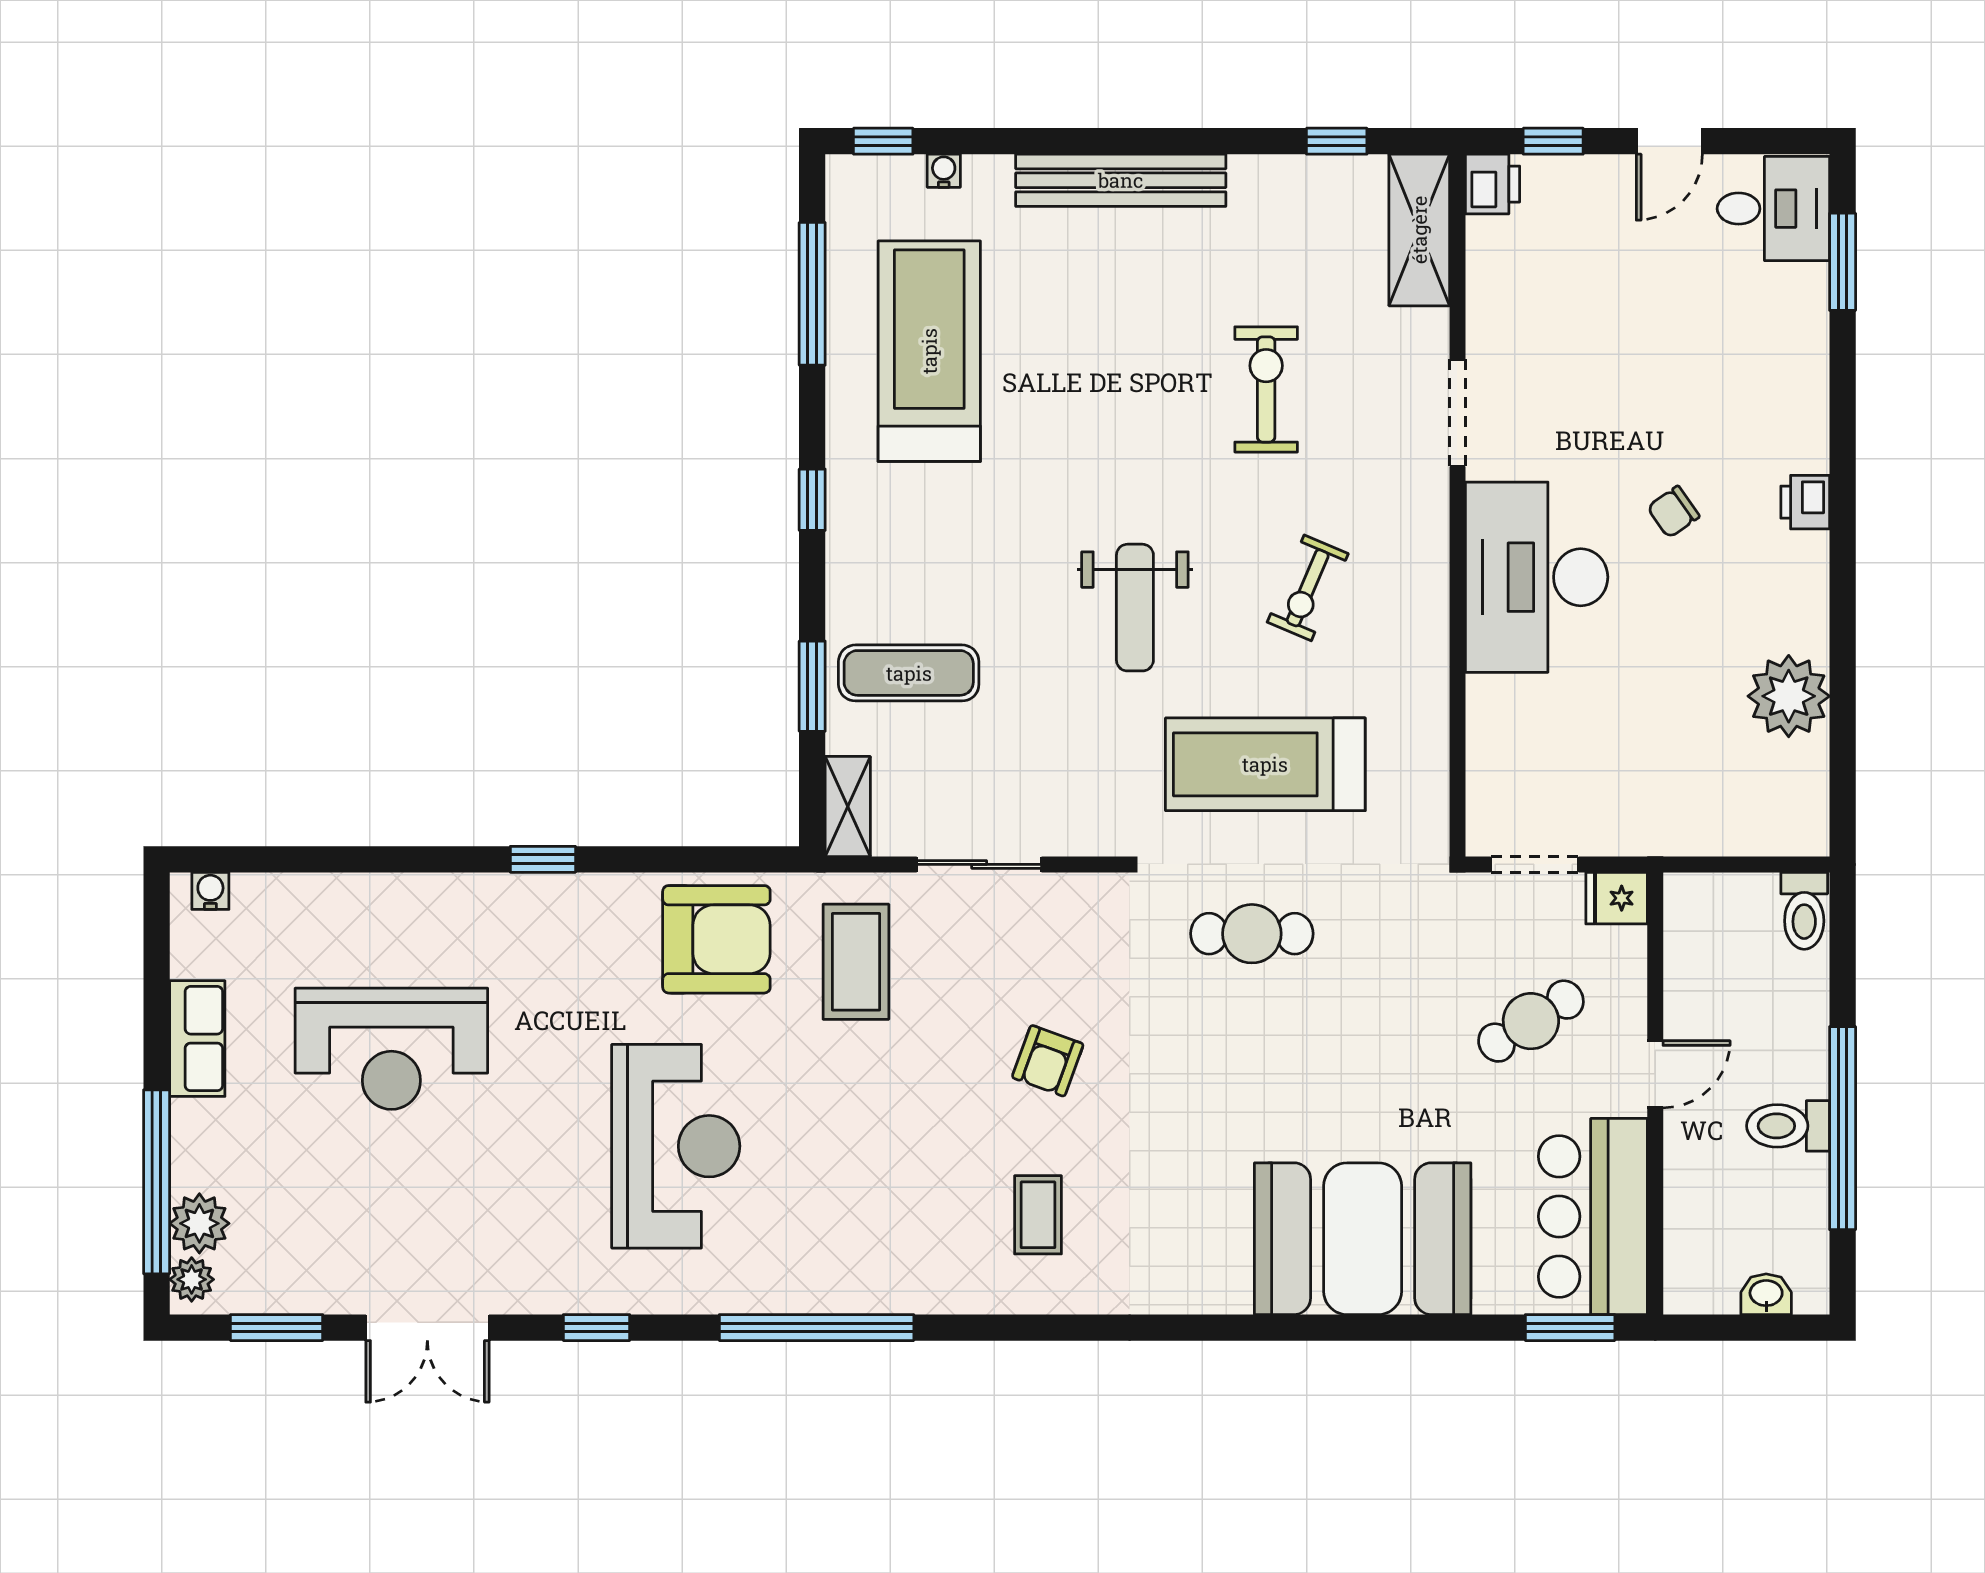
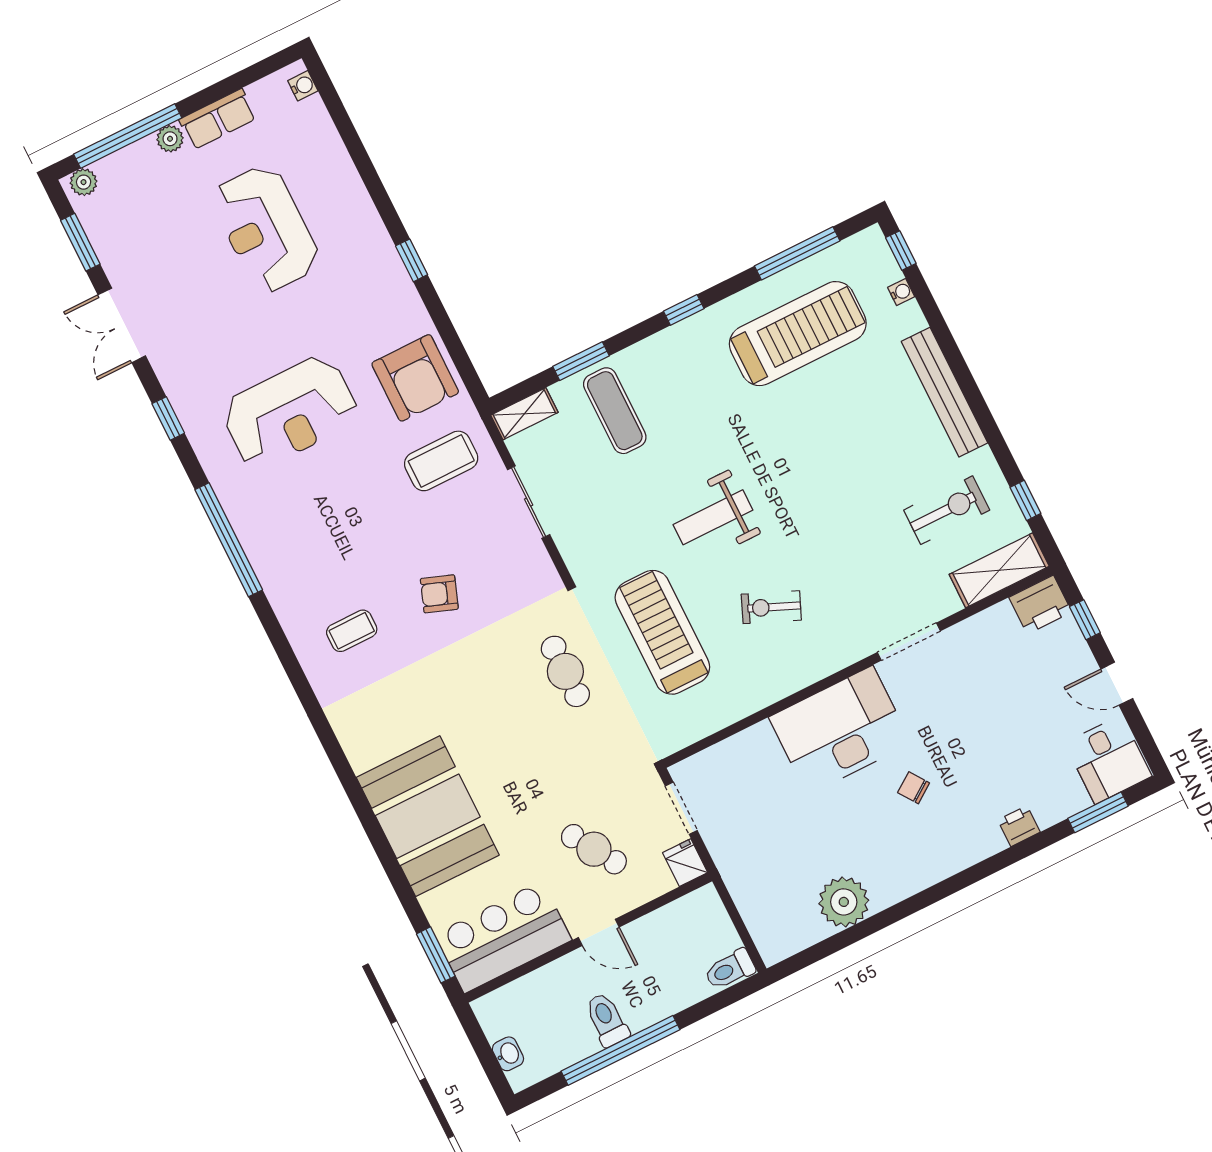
printer: (1492, 184) -> (1040, 605), width x1.36, depth x1.24
exercise bike: (1266, 389) -> (947, 510), moved
printer: (1805, 502) -> (1019, 826), moved
plant: (199, 1223) -> (170, 139), moved, width x0.73, depth x0.73

